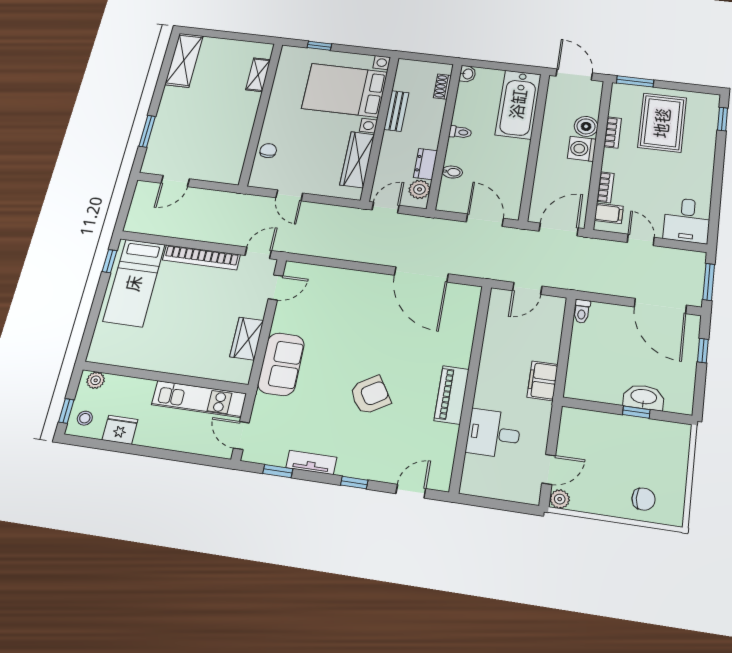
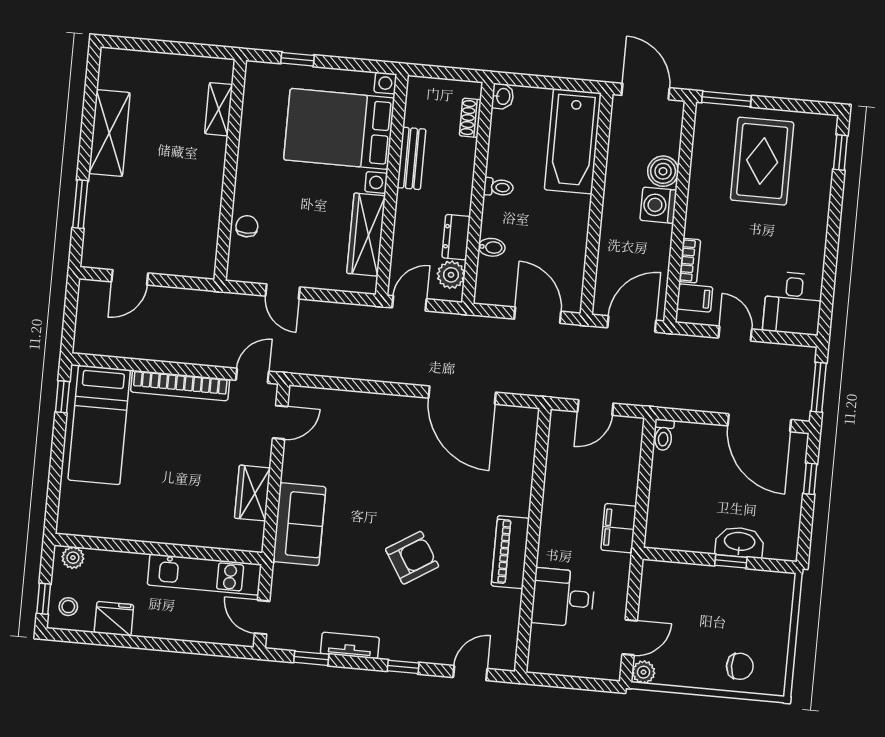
shelving: (184, 60) -> (109, 133), moved
bookcase: (613, 133) -> (698, 179), removed

